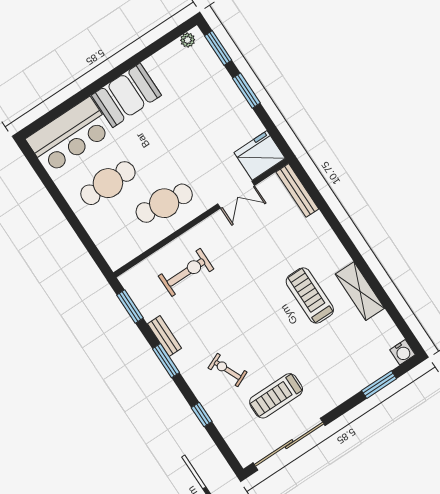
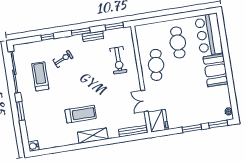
shelving: (360, 291) -> (93, 136), moved
window: (379, 385) -> (21, 111), moved

